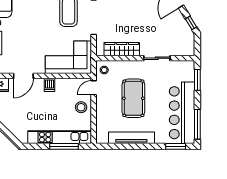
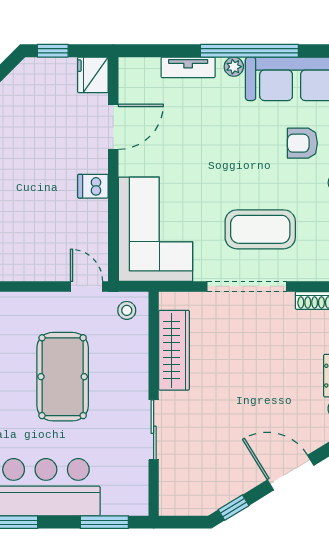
door: (23, 76) -> (113, 127), swing flipped
pool table: (133, 98) -> (63, 377), turned 90
stool: (81, 107) -> (42, 258), removed

